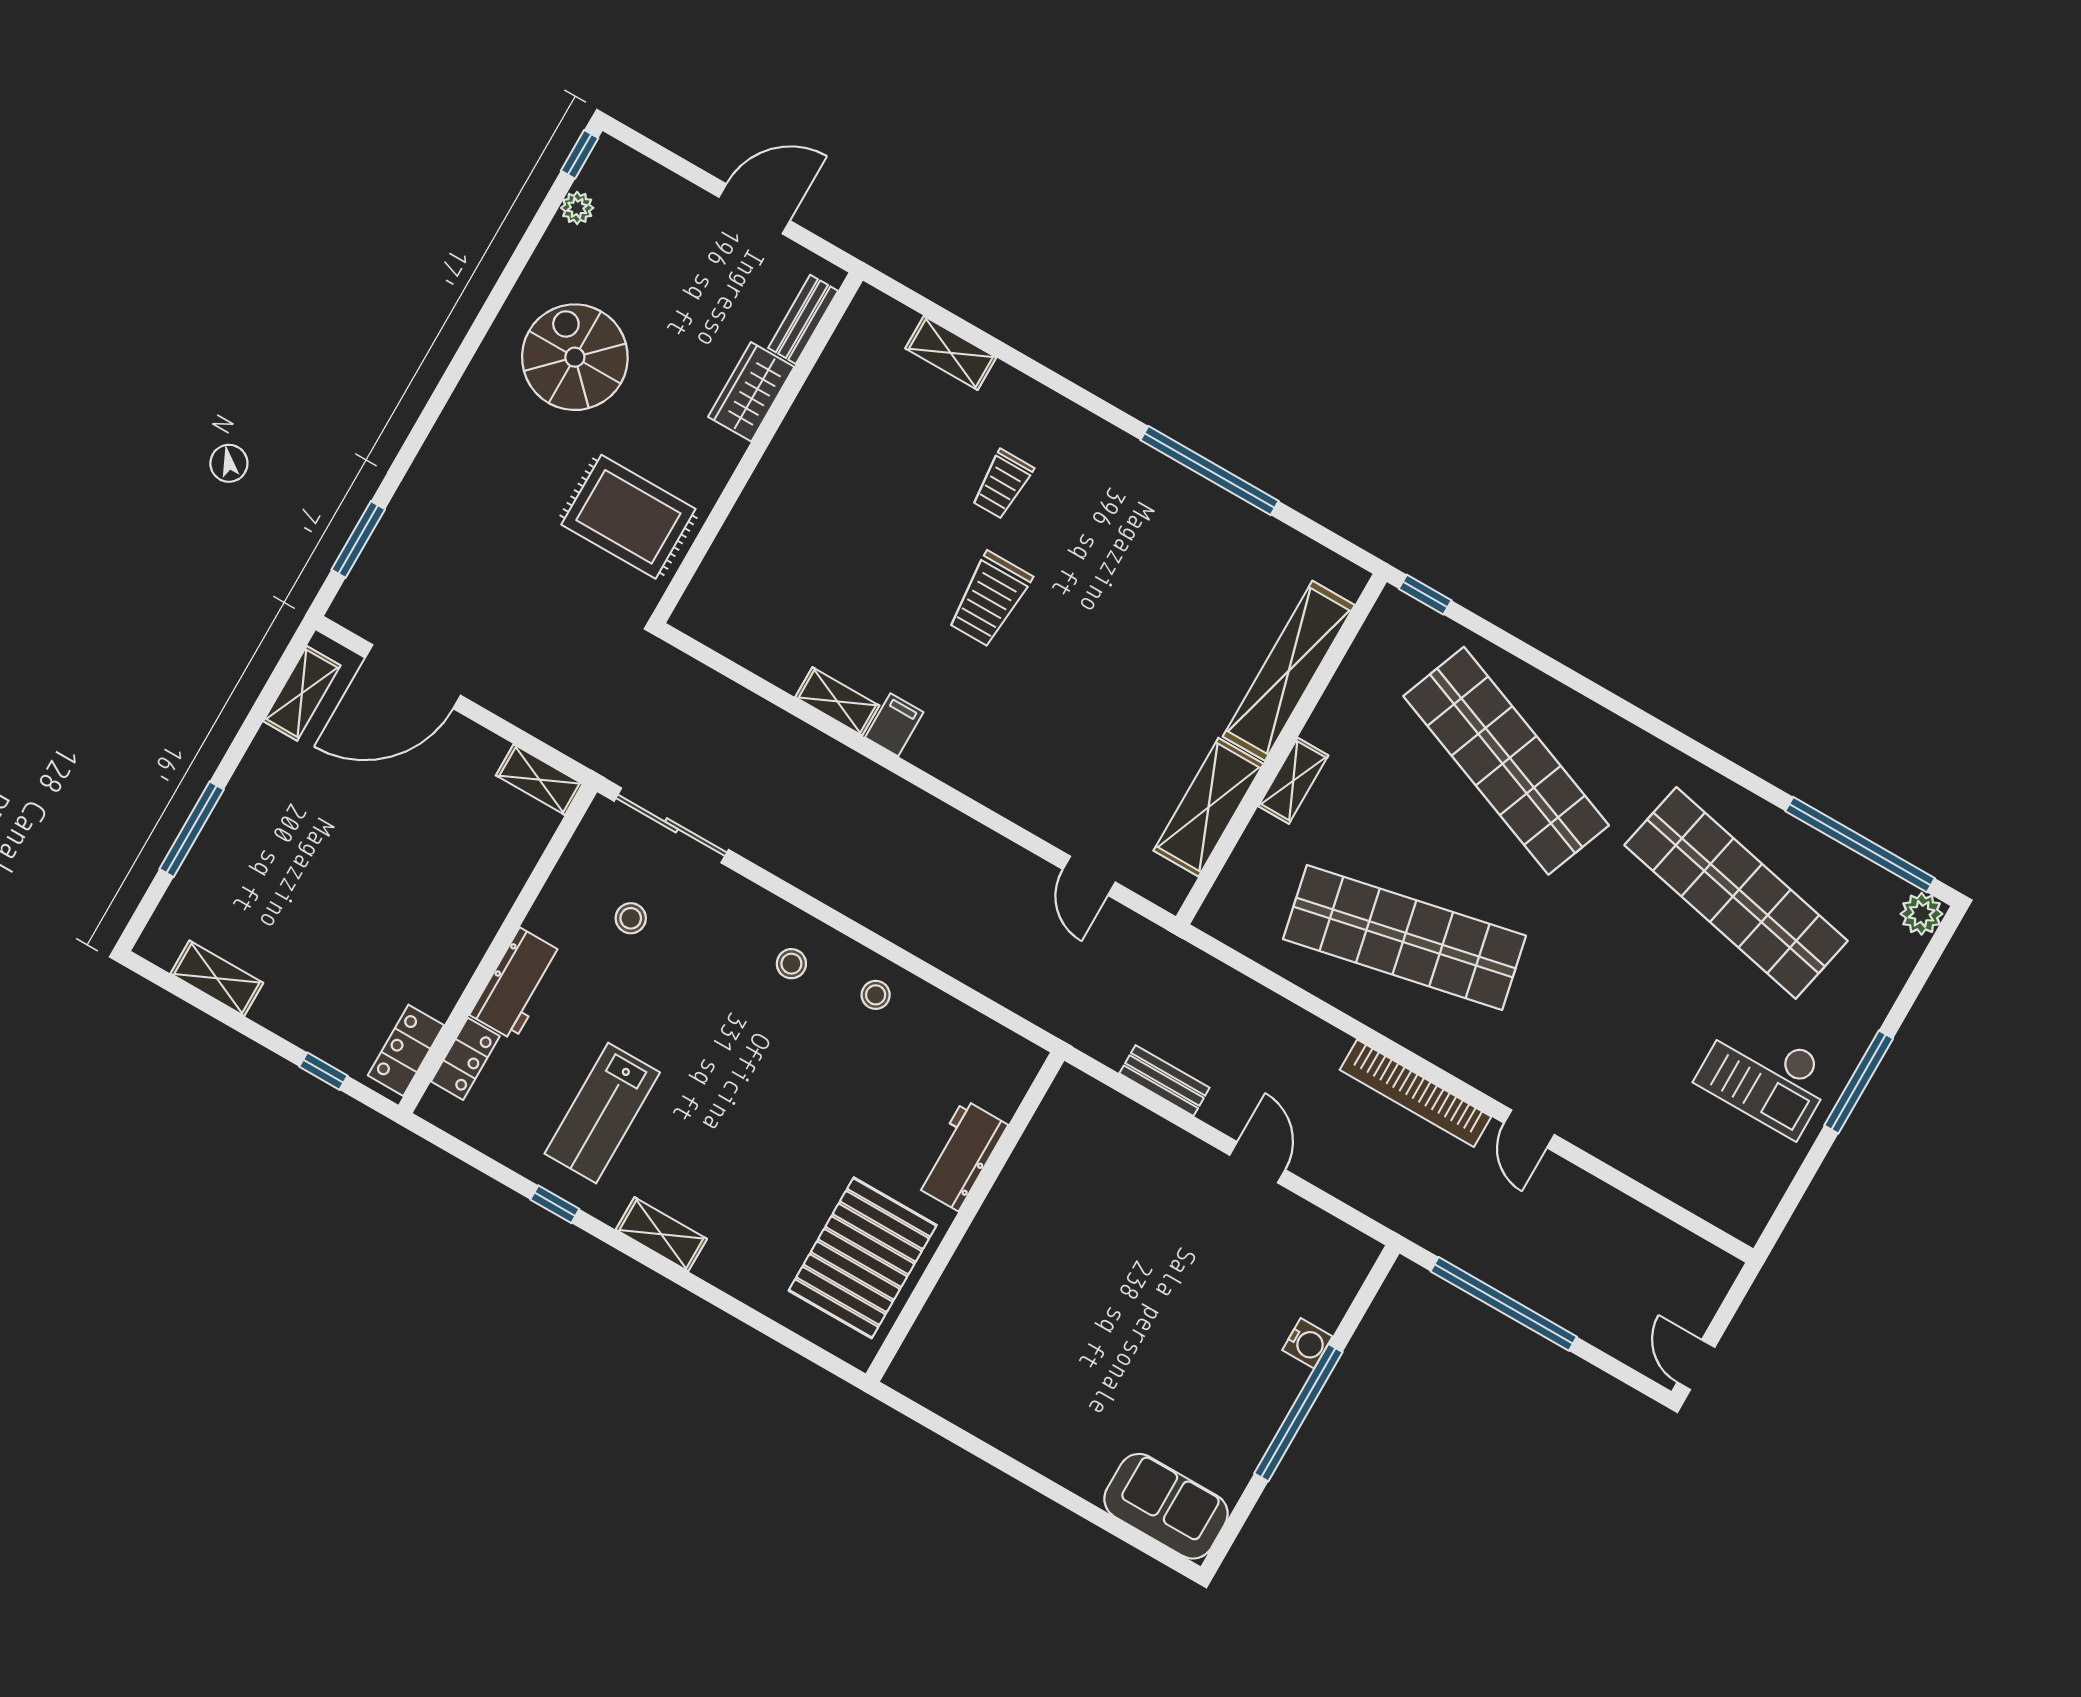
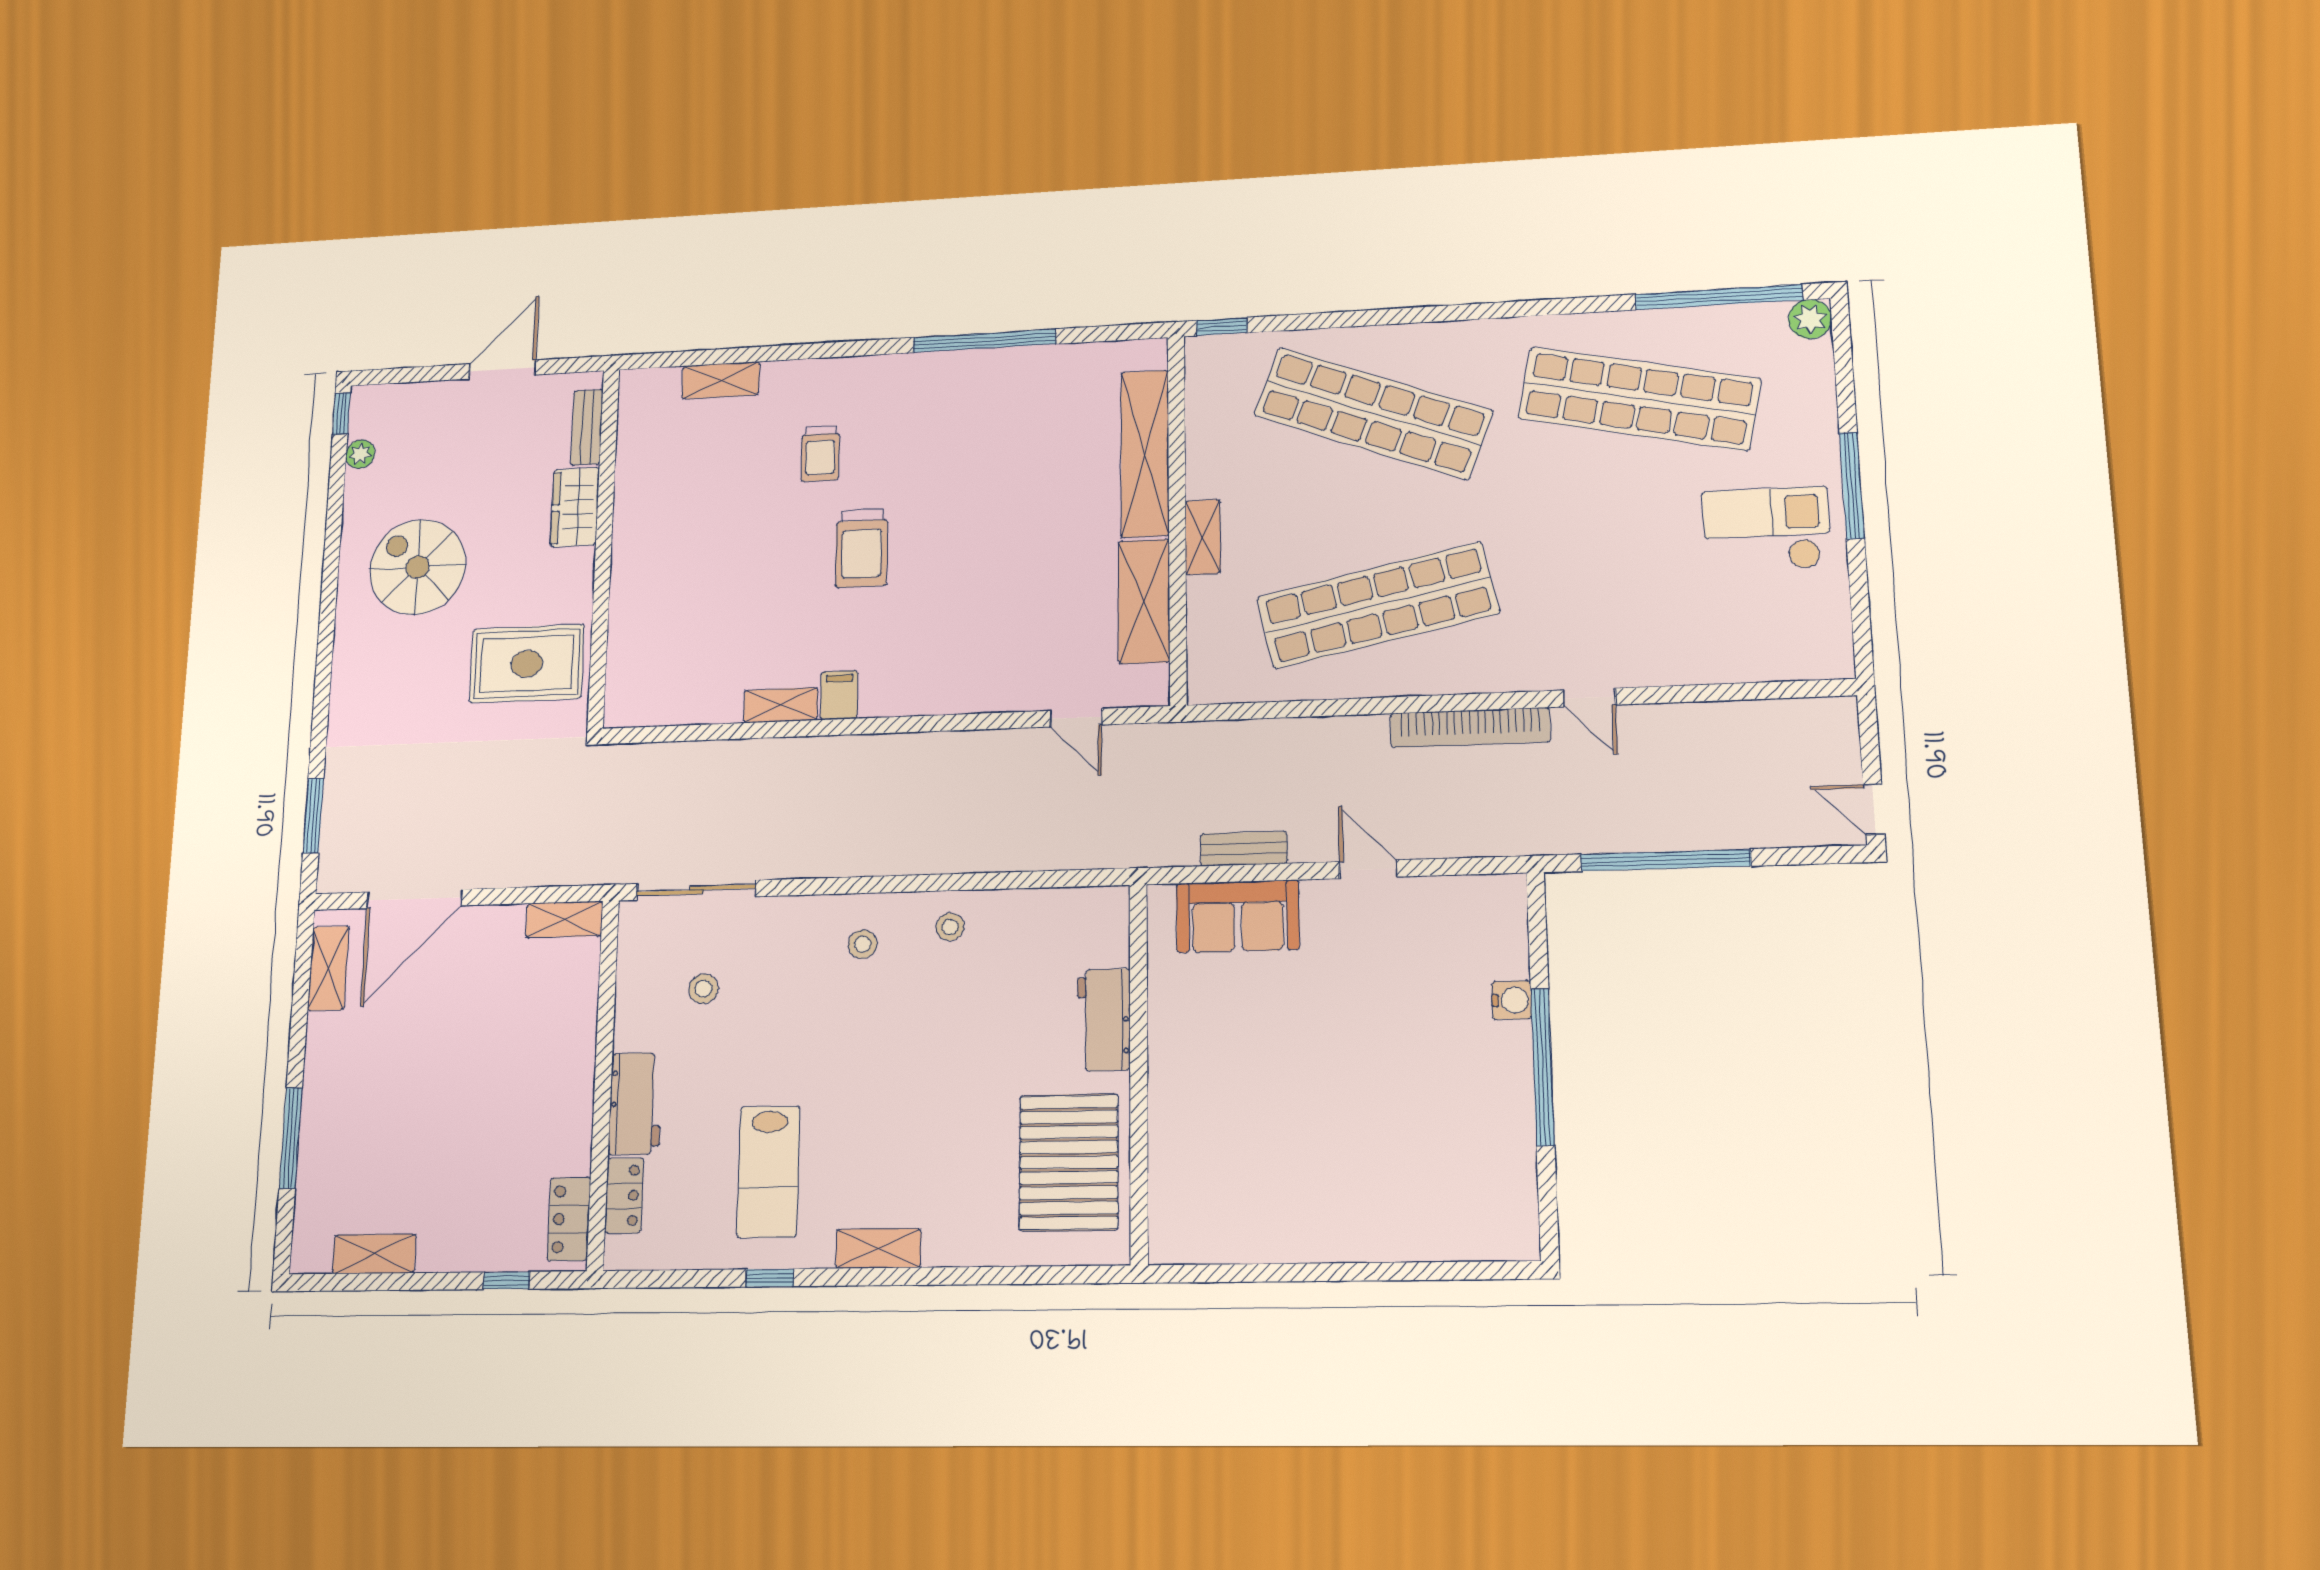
checkout: (1765, 1076) -> (1766, 529), turned 180
sofa: (1166, 1506) -> (1238, 916), moved, turned 180

